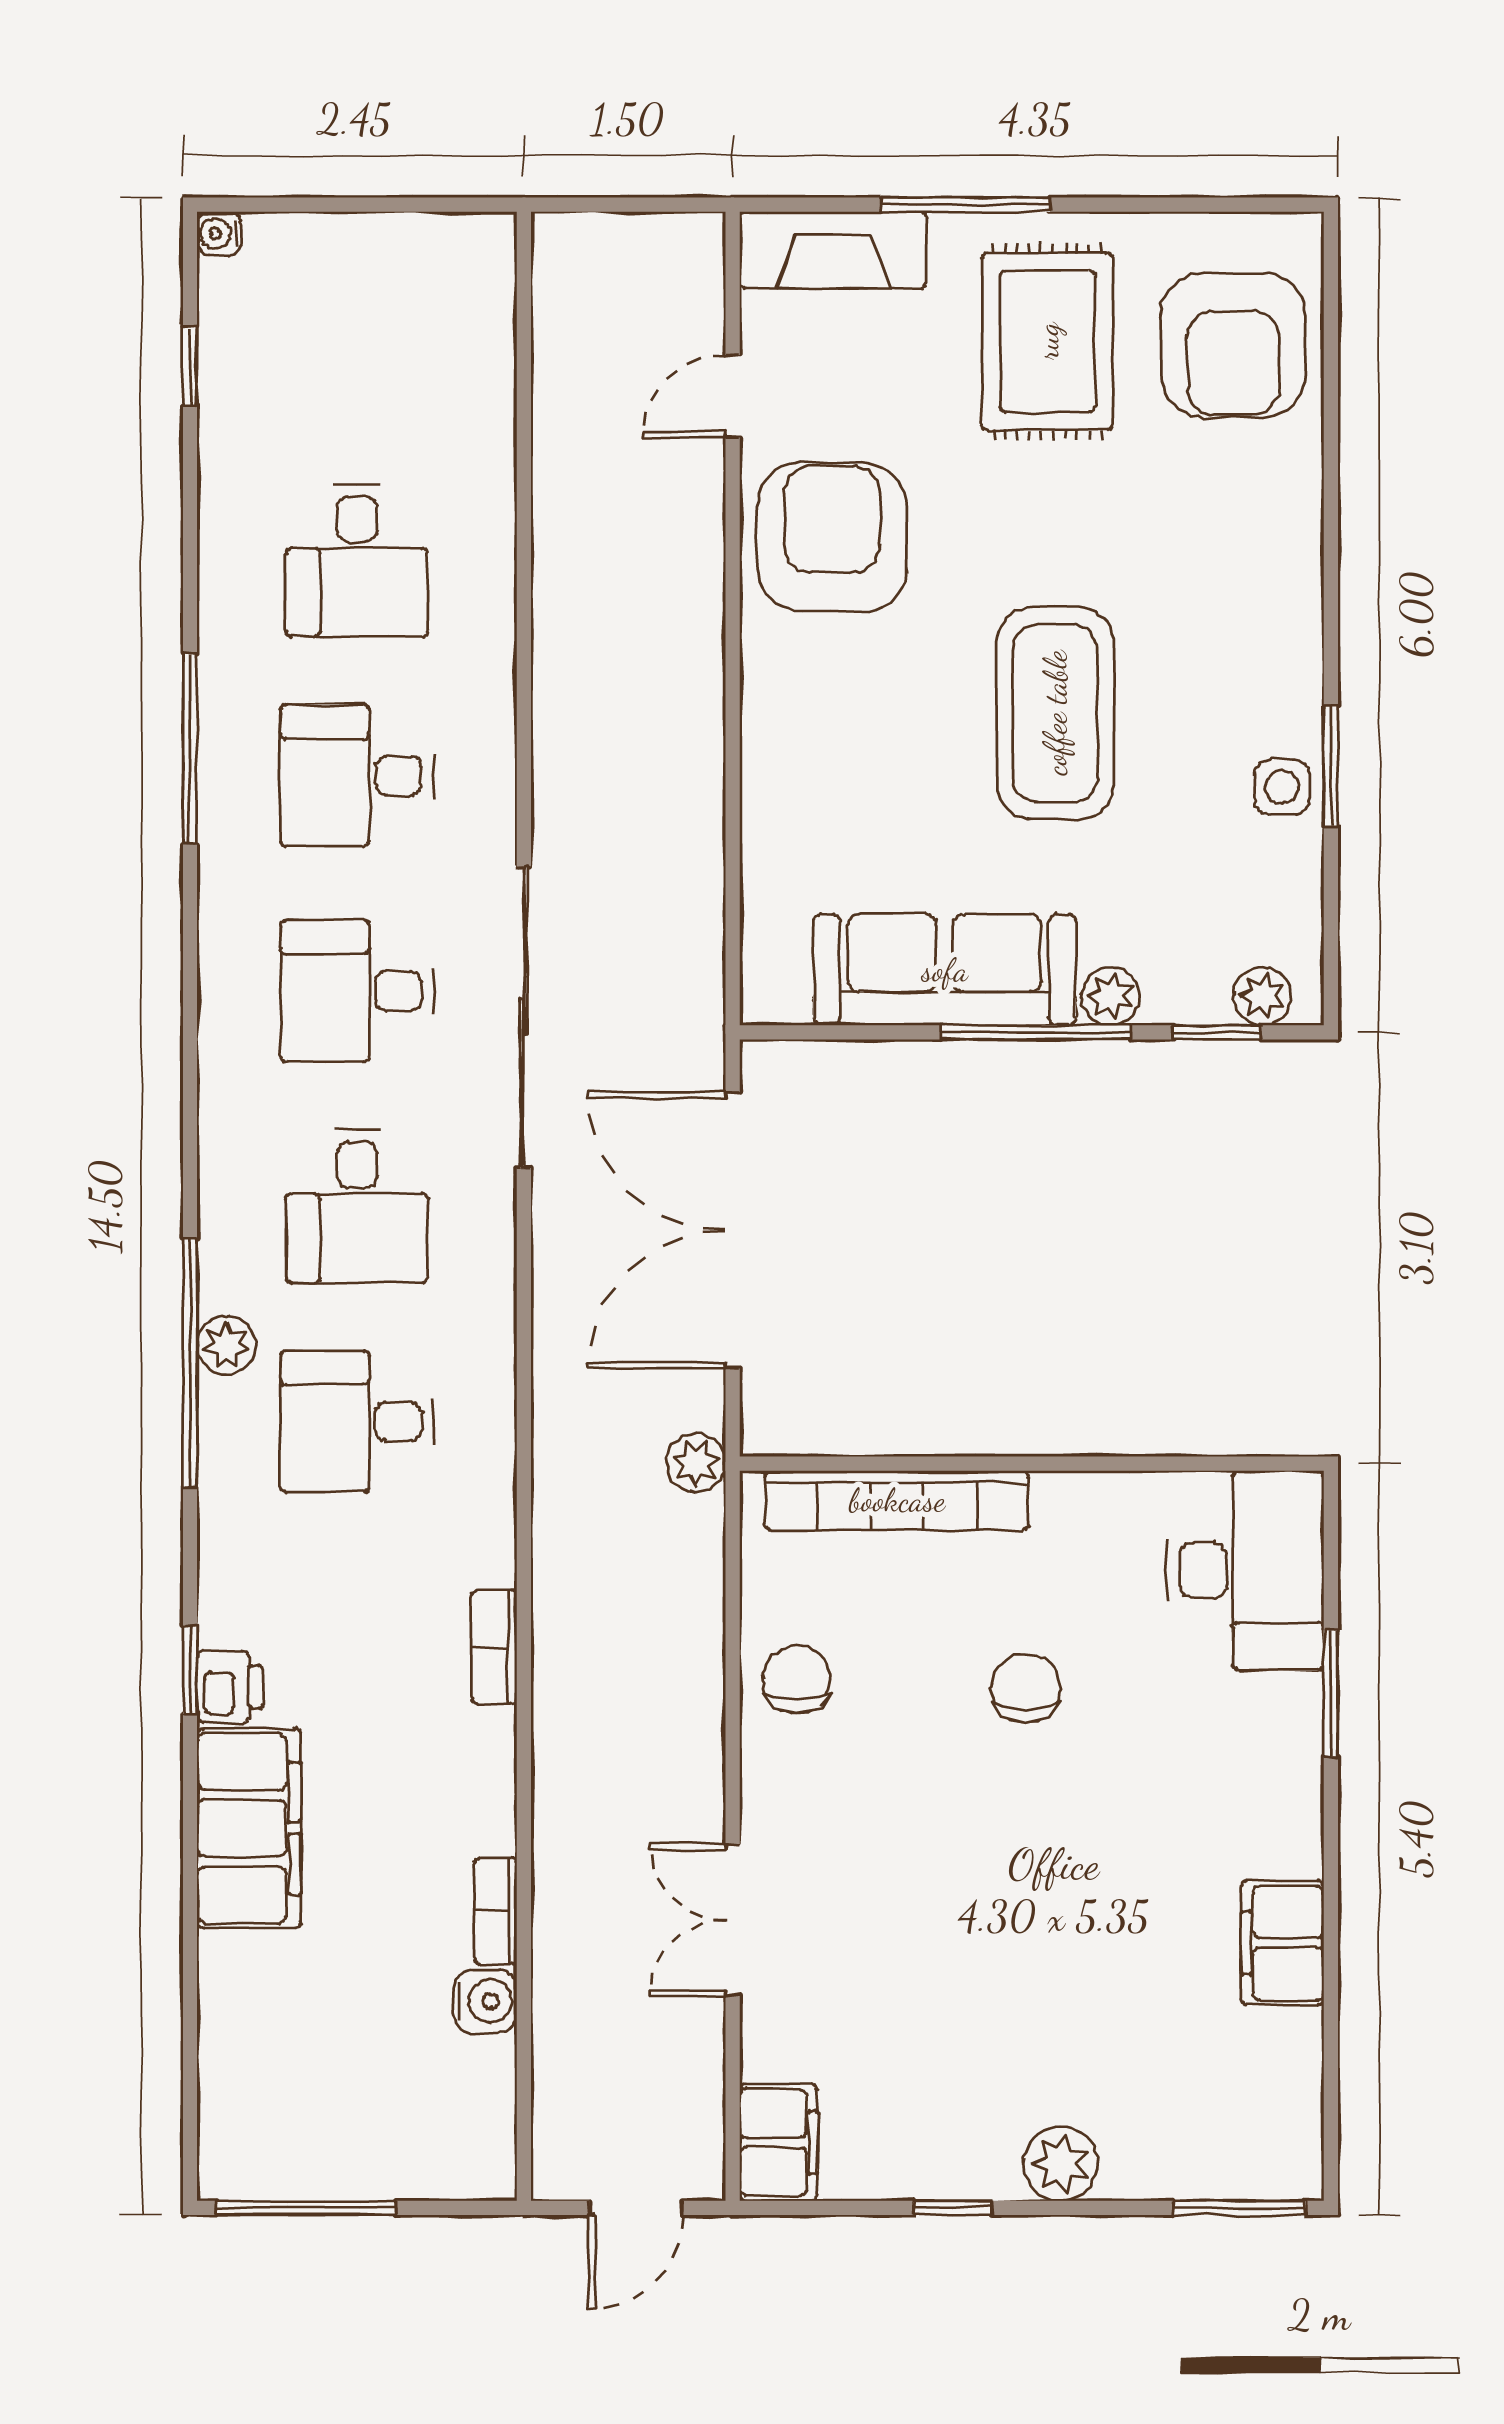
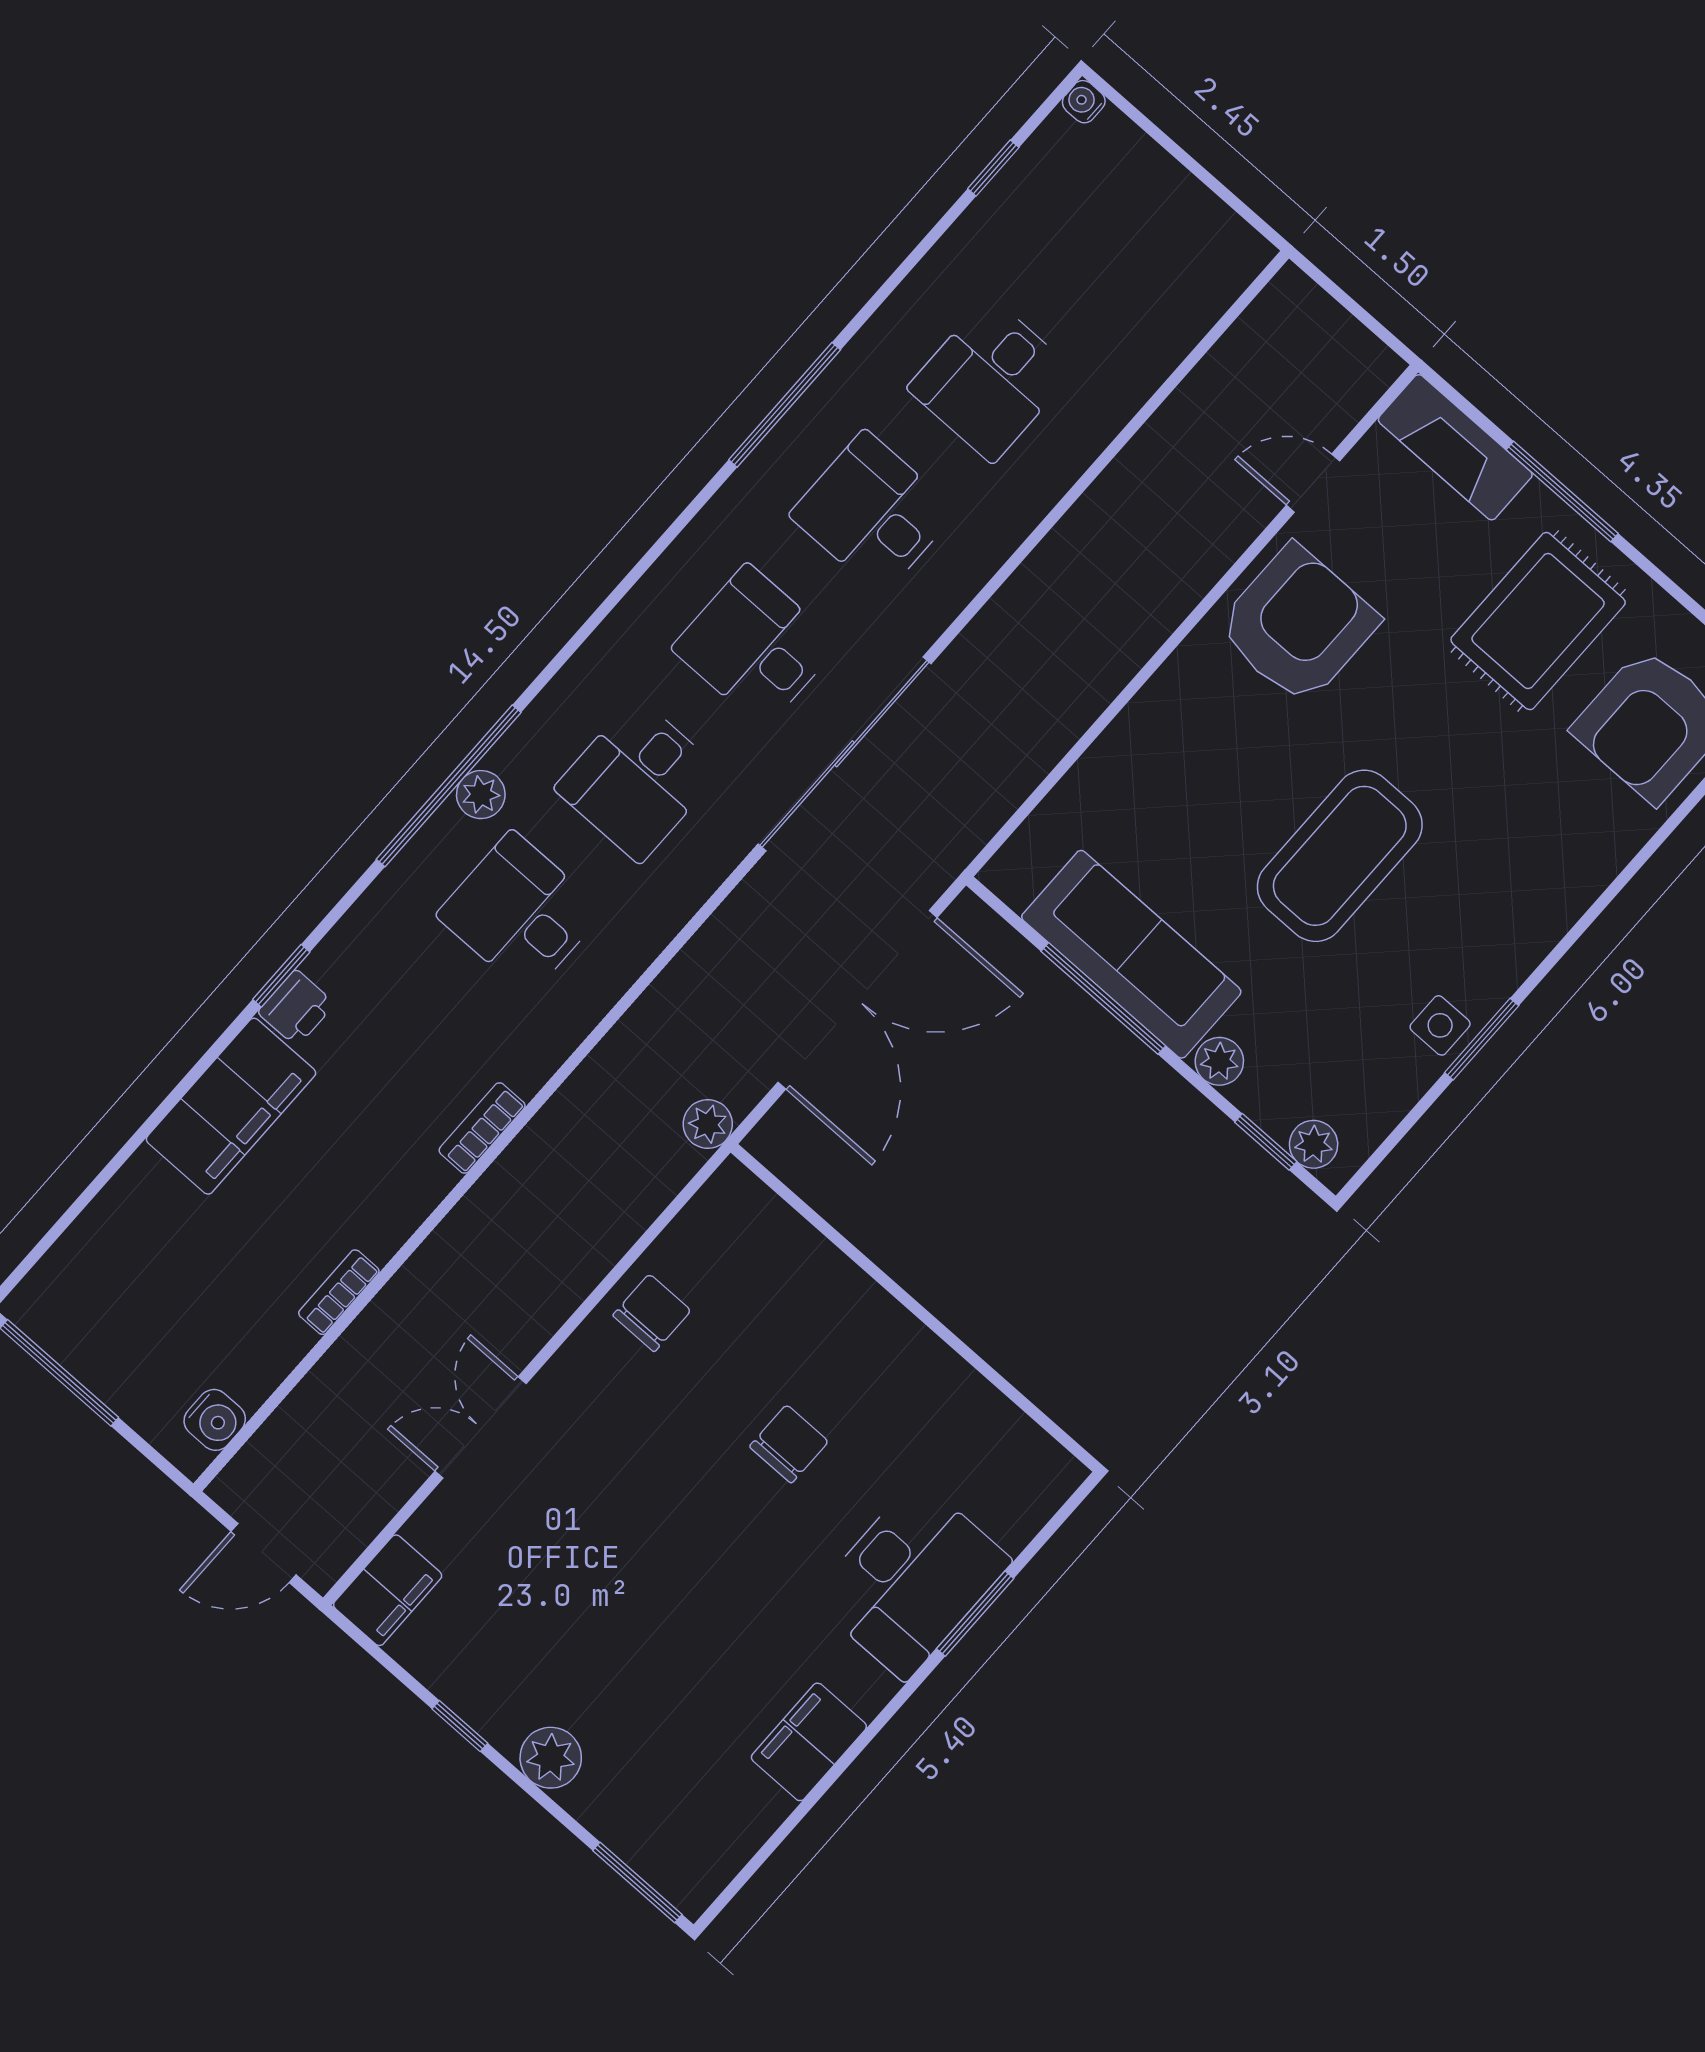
window: (1036, 1032) -> (1103, 999), moved
double door: (733, 1230) -> (858, 1000), swing flipped
bookcase: (897, 1500) -> (812, 1257), removed
desk: (1245, 1570) -> (911, 1580), moved
water cooler: (485, 2001) -> (215, 1420), moved

